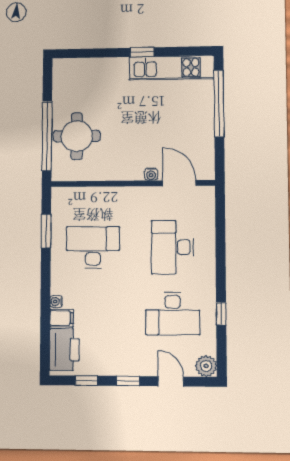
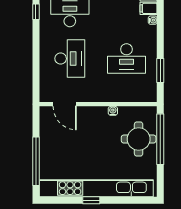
kitchen unit: (171, 68) -> (96, 188), width x1.86
water cooler: (151, 174) -> (113, 111), moved

